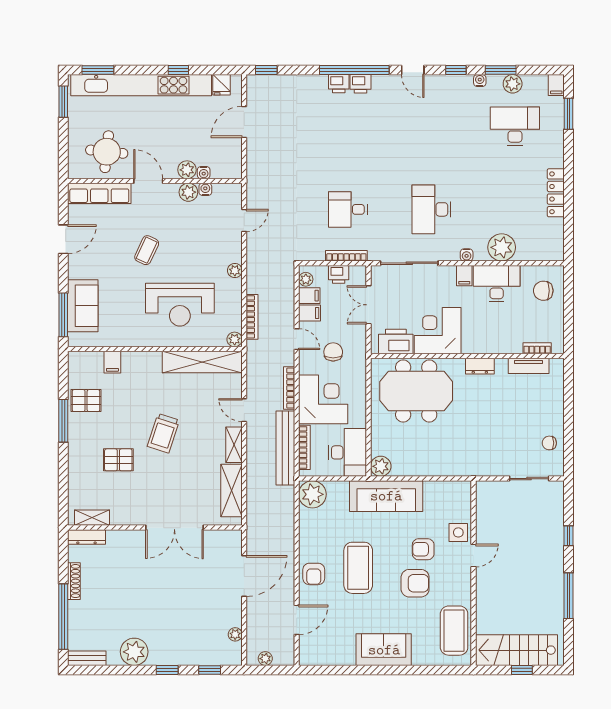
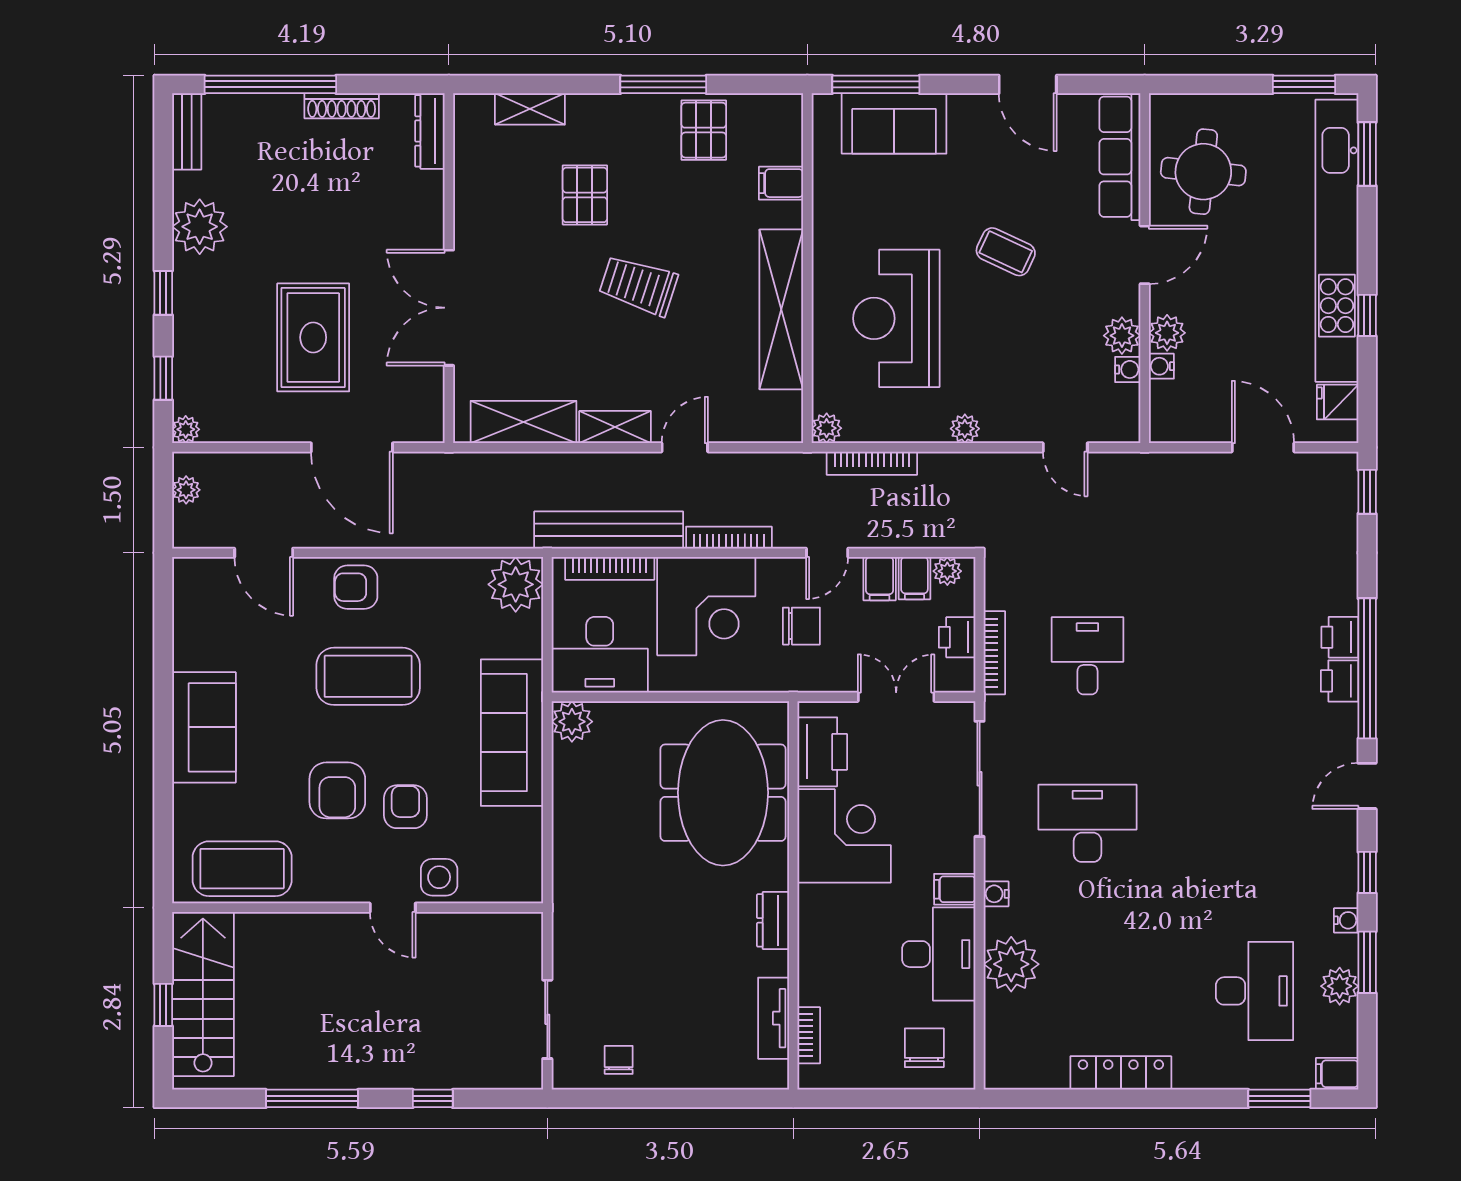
shelving: (202, 362) -> (781, 309), moved
shelving: (92, 518) -> (530, 109), moved, turned 90
rug: (189, 595) -> (313, 337), added
plant: (235, 634) -> (186, 429), moved

